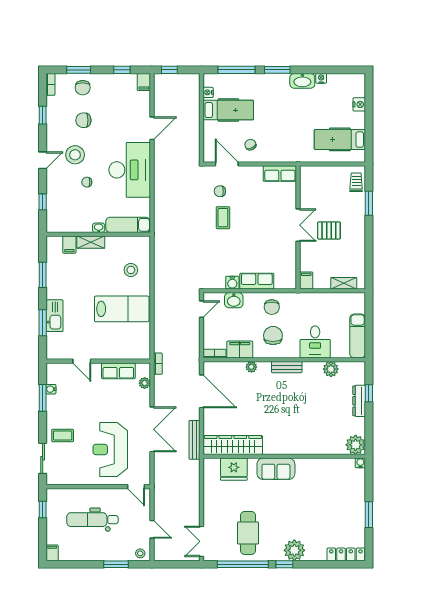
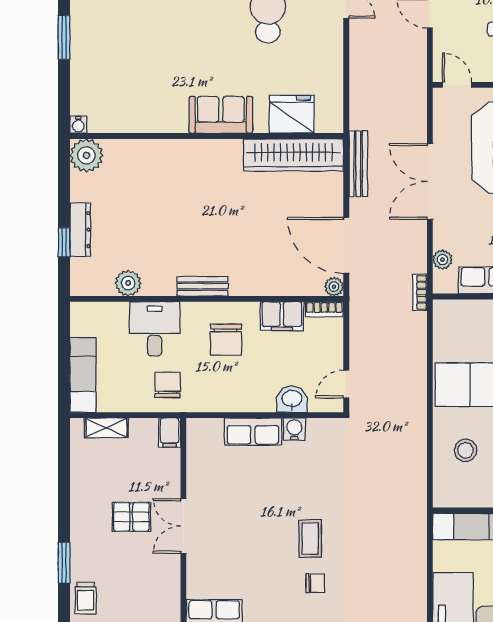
chair: (272, 307) -> (168, 385), moved
exam couch: (358, 336) -> (83, 375), moved
plant: (251, 367) -> (334, 287), moved

